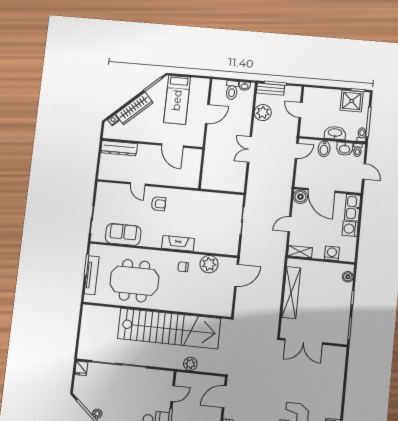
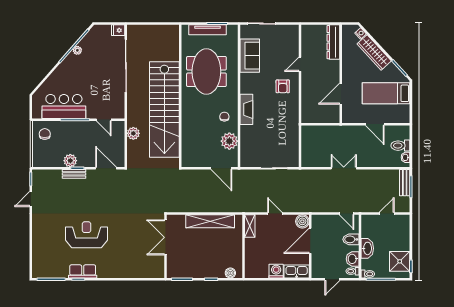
plant: (263, 113) -> (381, 178), removed
washing machine: (332, 253) -> (251, 256), removed

